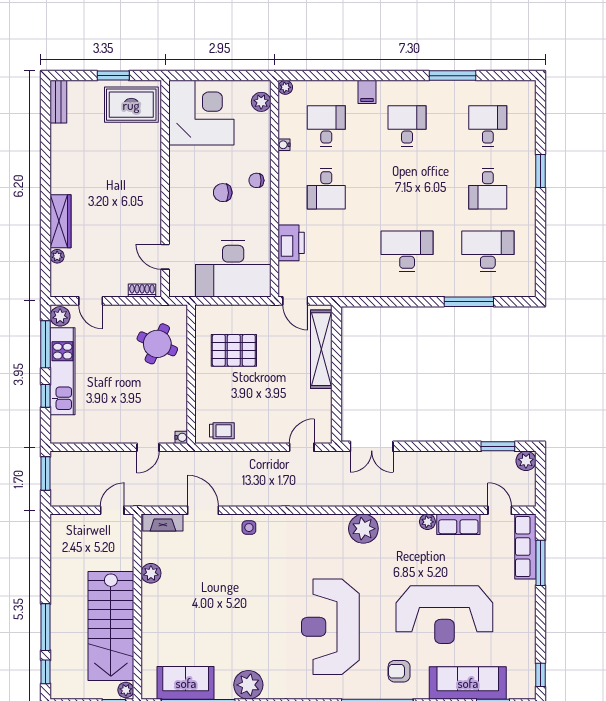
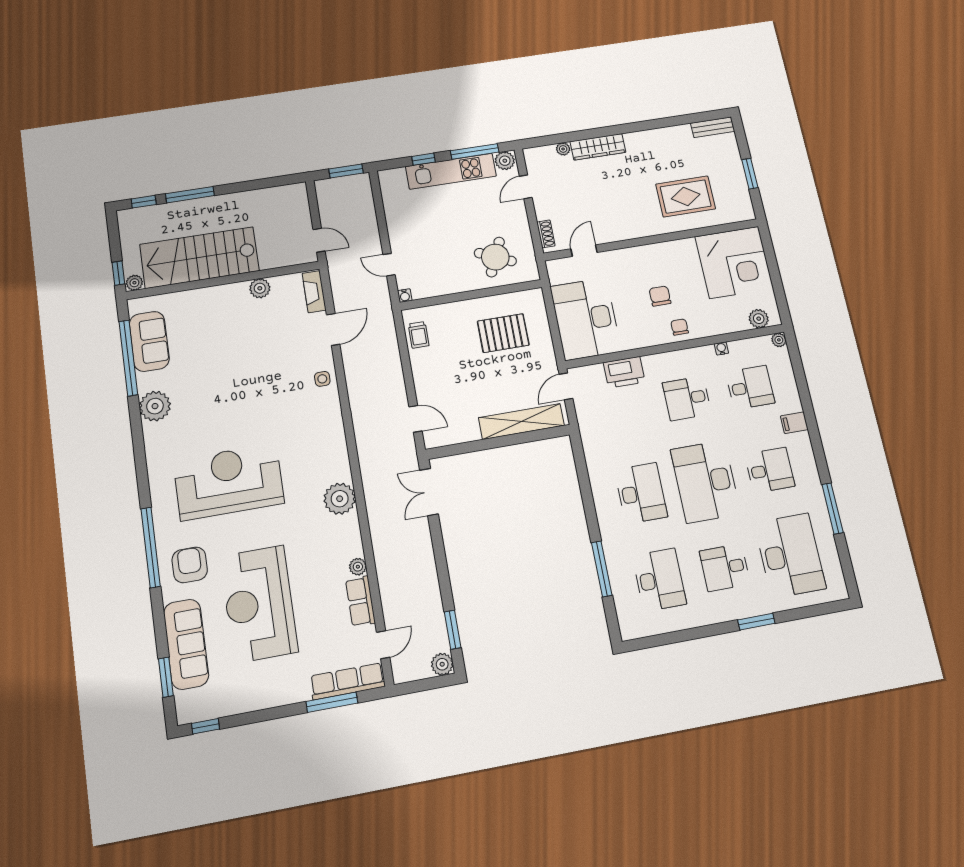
rug: (131, 105) -> (686, 196), moved, turned 90
desk: (488, 126) -> (790, 555), width x1.87, depth x1.30
desk: (407, 189) -> (706, 482), added
pallet: (234, 350) -> (503, 333), turned 90
armchair: (399, 671) -> (190, 565), width x1.38, depth x1.38

